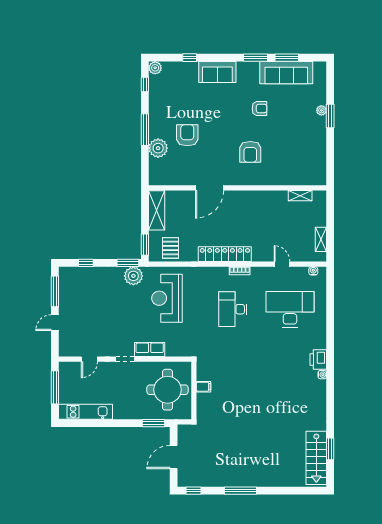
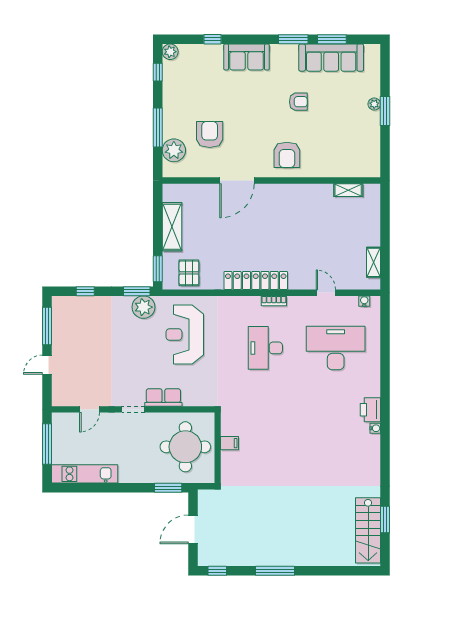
door: (210, 188) -> (237, 181), moved
wall: (238, 188) -> (271, 181), moved
shelving: (300, 196) -> (348, 190), moved

